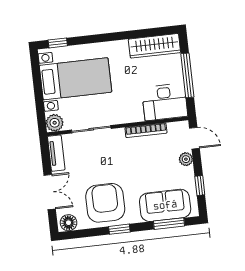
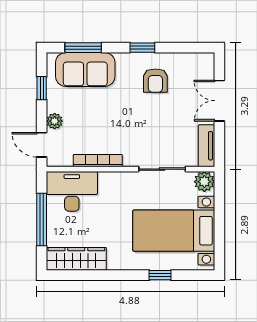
window: (58, 43) -> (160, 275), moved
armchair: (105, 203) -> (155, 81), width x0.53, depth x0.53
floor lamp: (68, 223) -> (201, 62), removed

